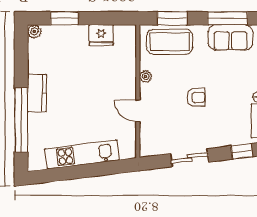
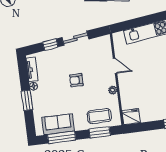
fridge: (101, 35) -> (131, 117), moved
coffee table: (170, 42) -> (99, 116), width x0.73, depth x0.76
window: (242, 151) -> (50, 45), moved

